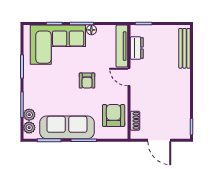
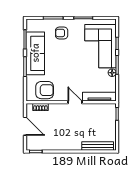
dresser: (137, 48) -> (98, 108), removed
door: (129, 77) -> (75, 102), hinge flipped
armchair: (87, 81) -> (62, 33), moved
plant: (29, 115) -> (45, 24), removed
plant: (29, 128) -> (35, 24), removed
door: (159, 140) -> (25, 126), swing flipped

